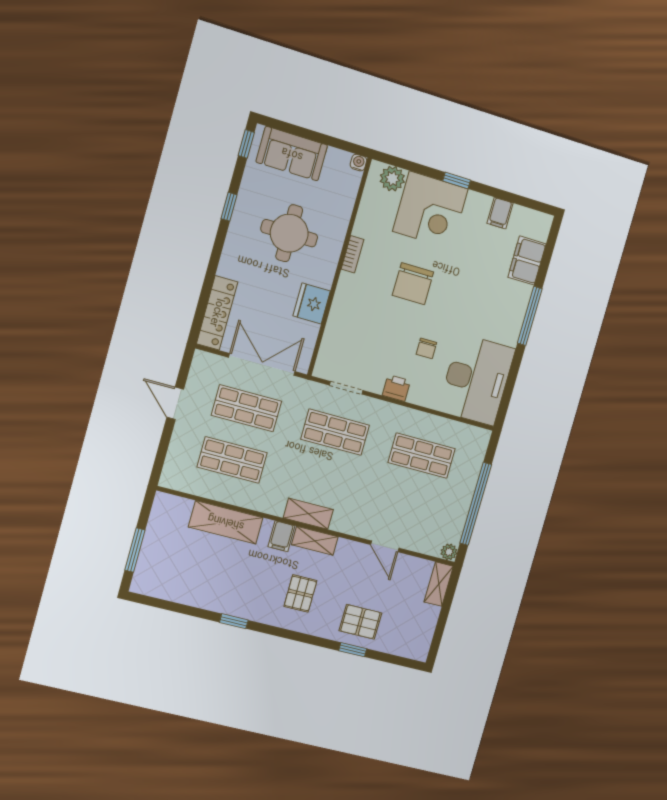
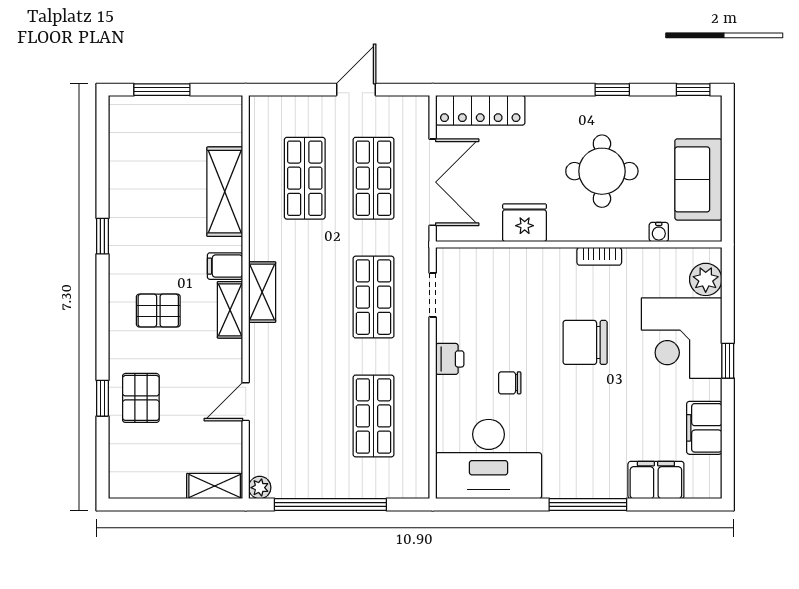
sofa: (292, 154) -> (698, 179), moved
water cooler: (358, 163) -> (659, 232), moved, turned 90
filing cabinet: (500, 213) -> (704, 428), width x2.00

